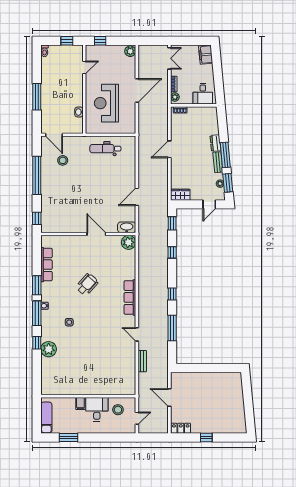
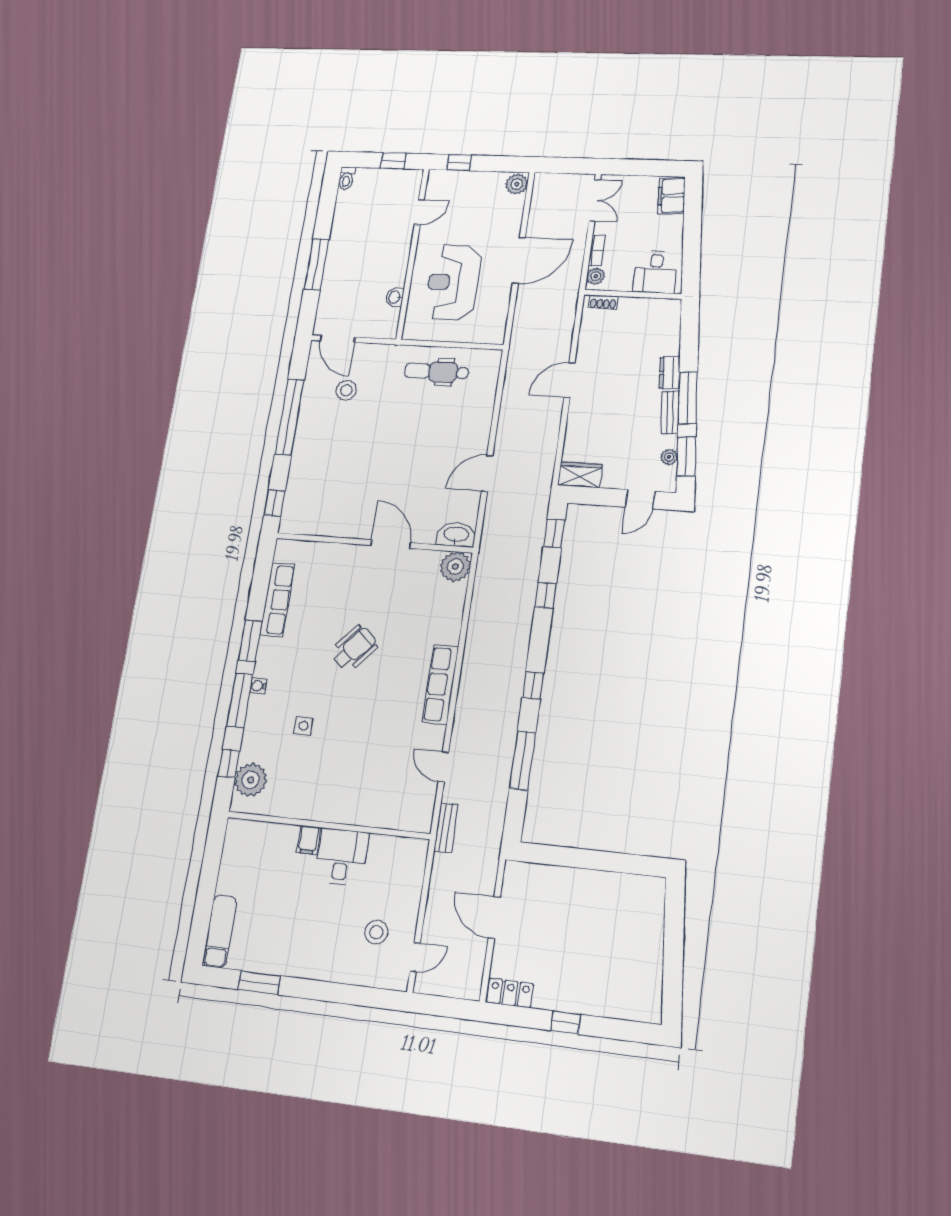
wall: (88, 396) -> (328, 825), moved
filing cabinet: (80, 403) -> (309, 840), moved
desk: (97, 409) -> (342, 857), moved

